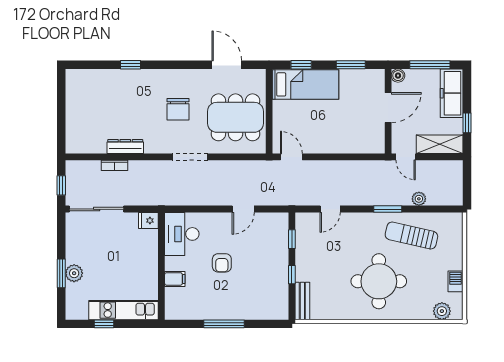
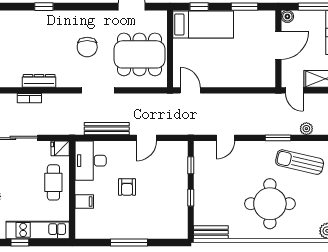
bench: (200, 199) -> (107, 129), added
cafe table: (141, 258) -> (53, 182), added
bench: (302, 301) -> (211, 232), moved, turned 90

